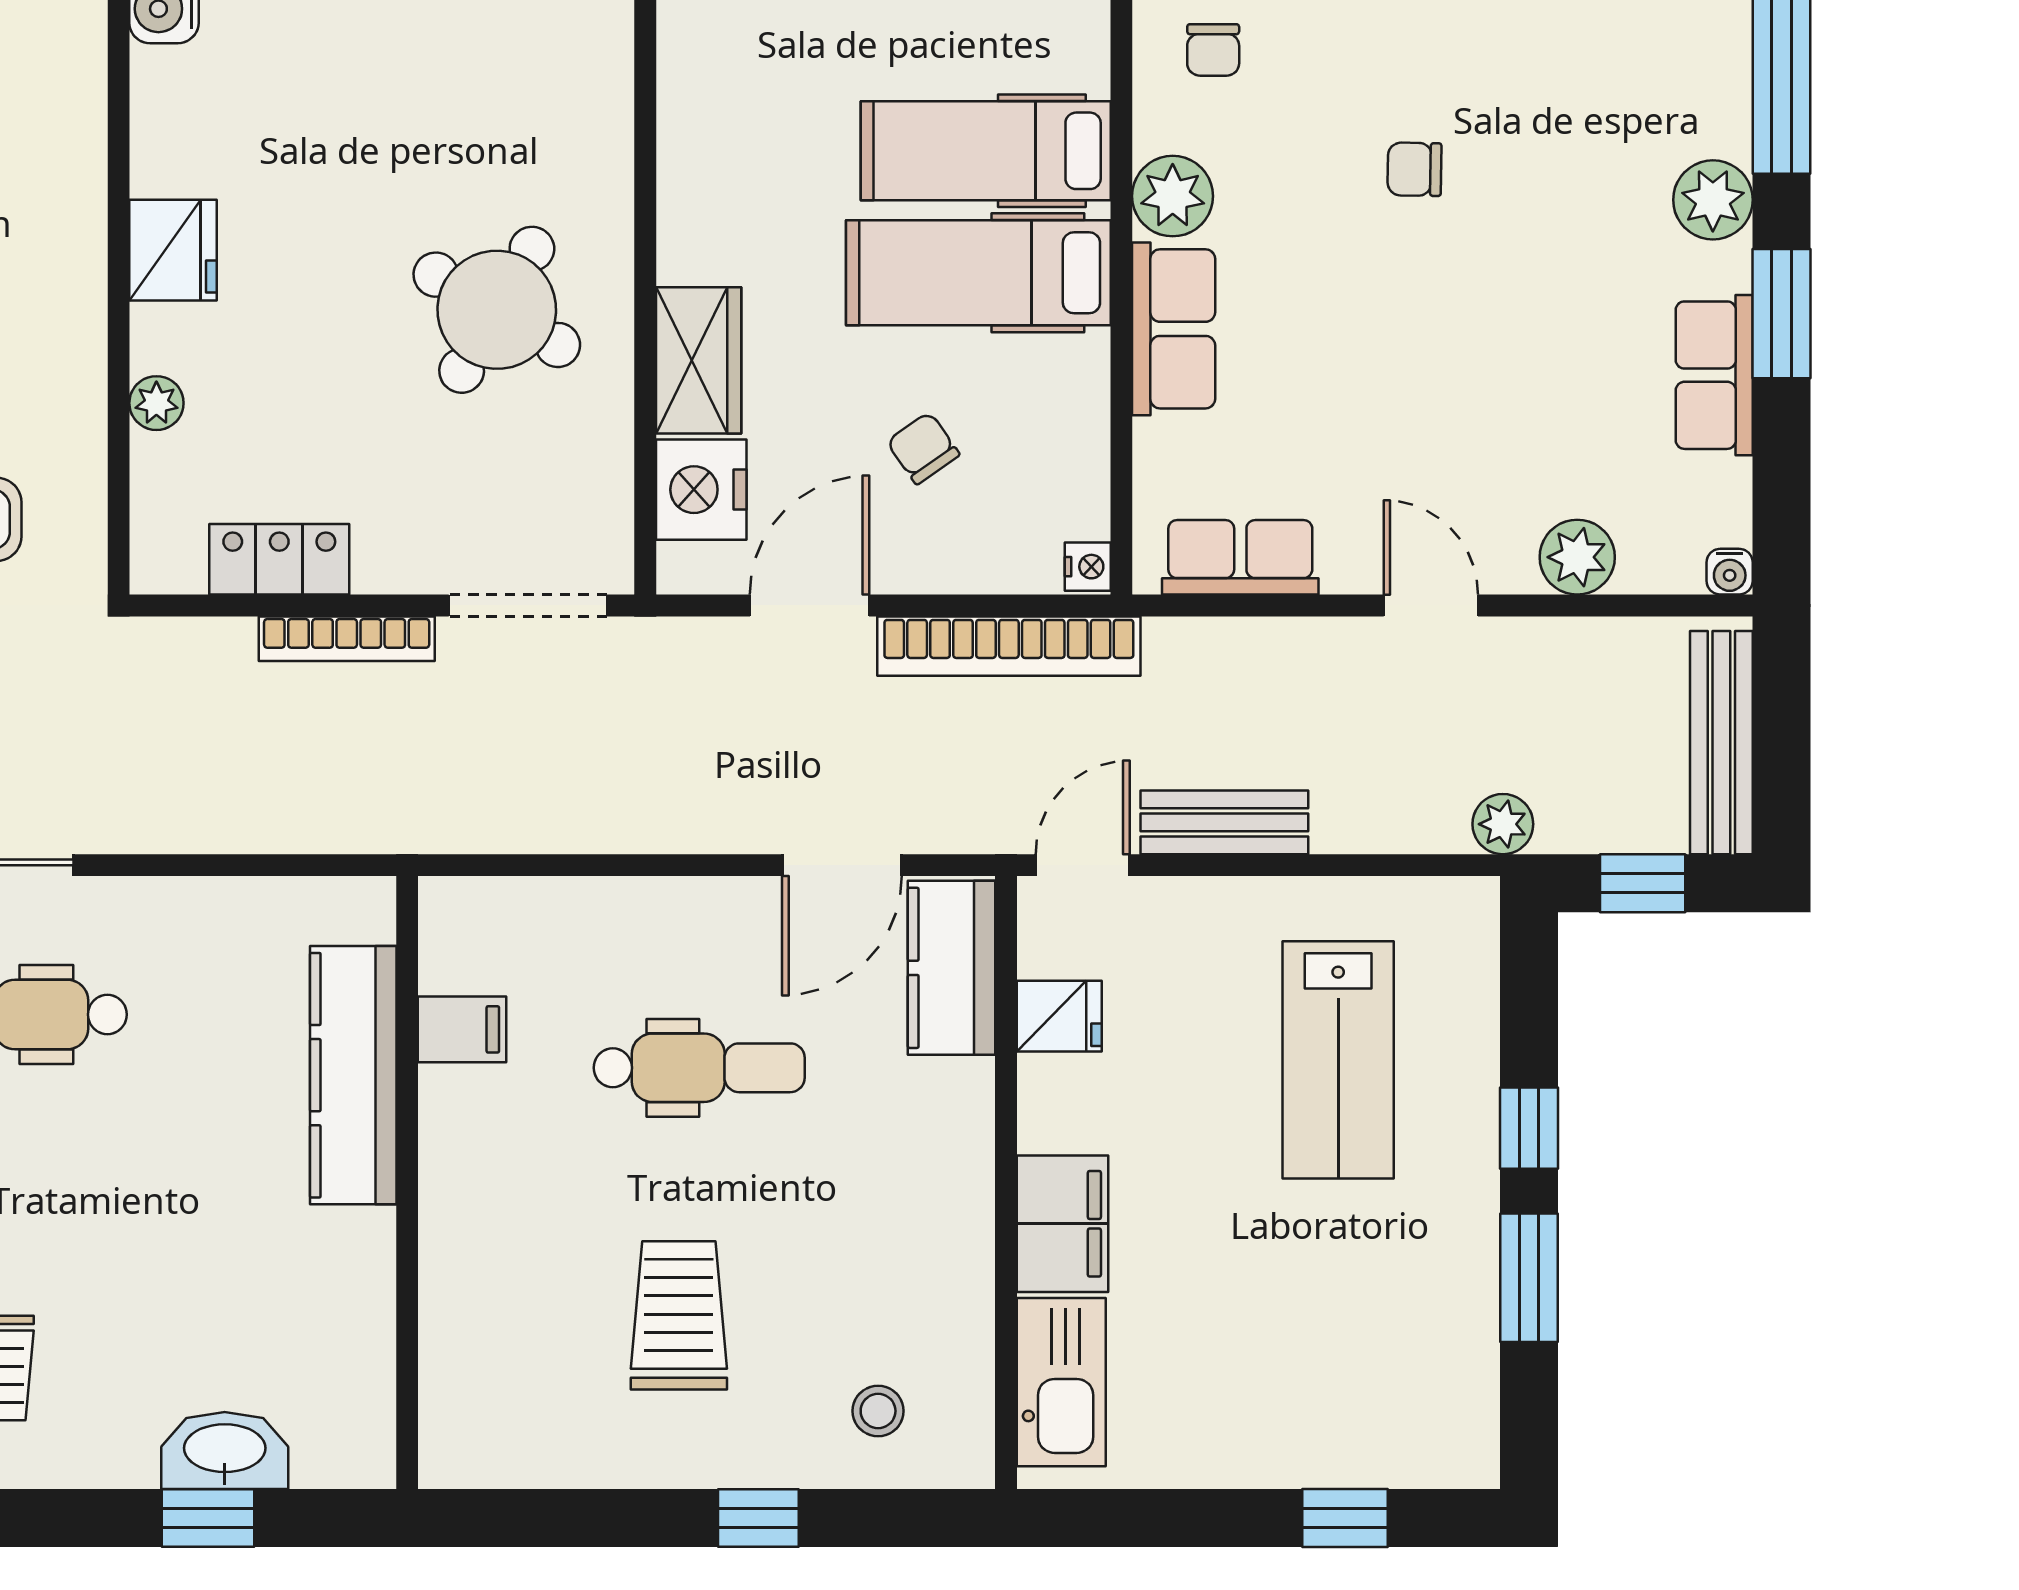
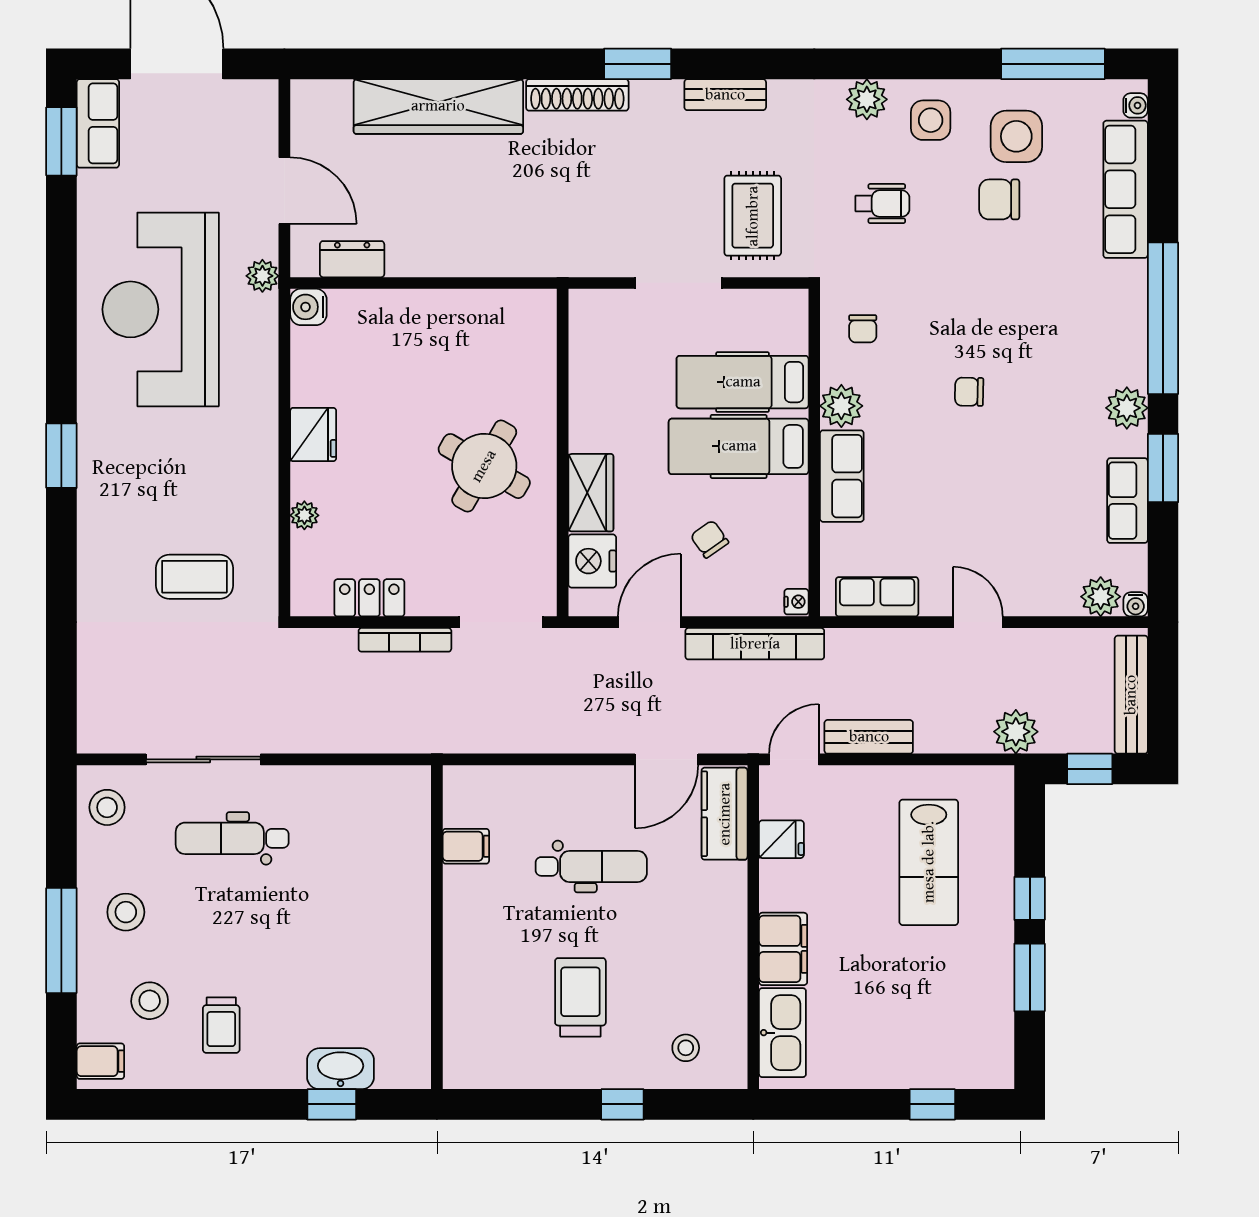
plant: (1577, 557) -> (1101, 597), moved
plant: (1503, 824) -> (1016, 732), width x1.38, depth x1.38
kitchen counter: (353, 1075) -> (408, 870), removed

